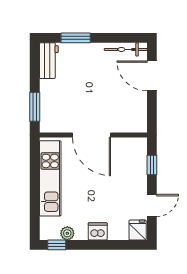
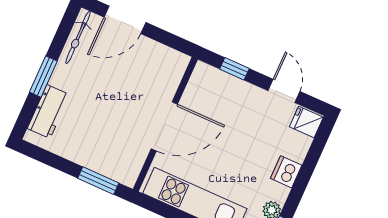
window: (76, 38) -> (43, 77), moved
workbench: (49, 61) -> (48, 112), moved, turned 90

